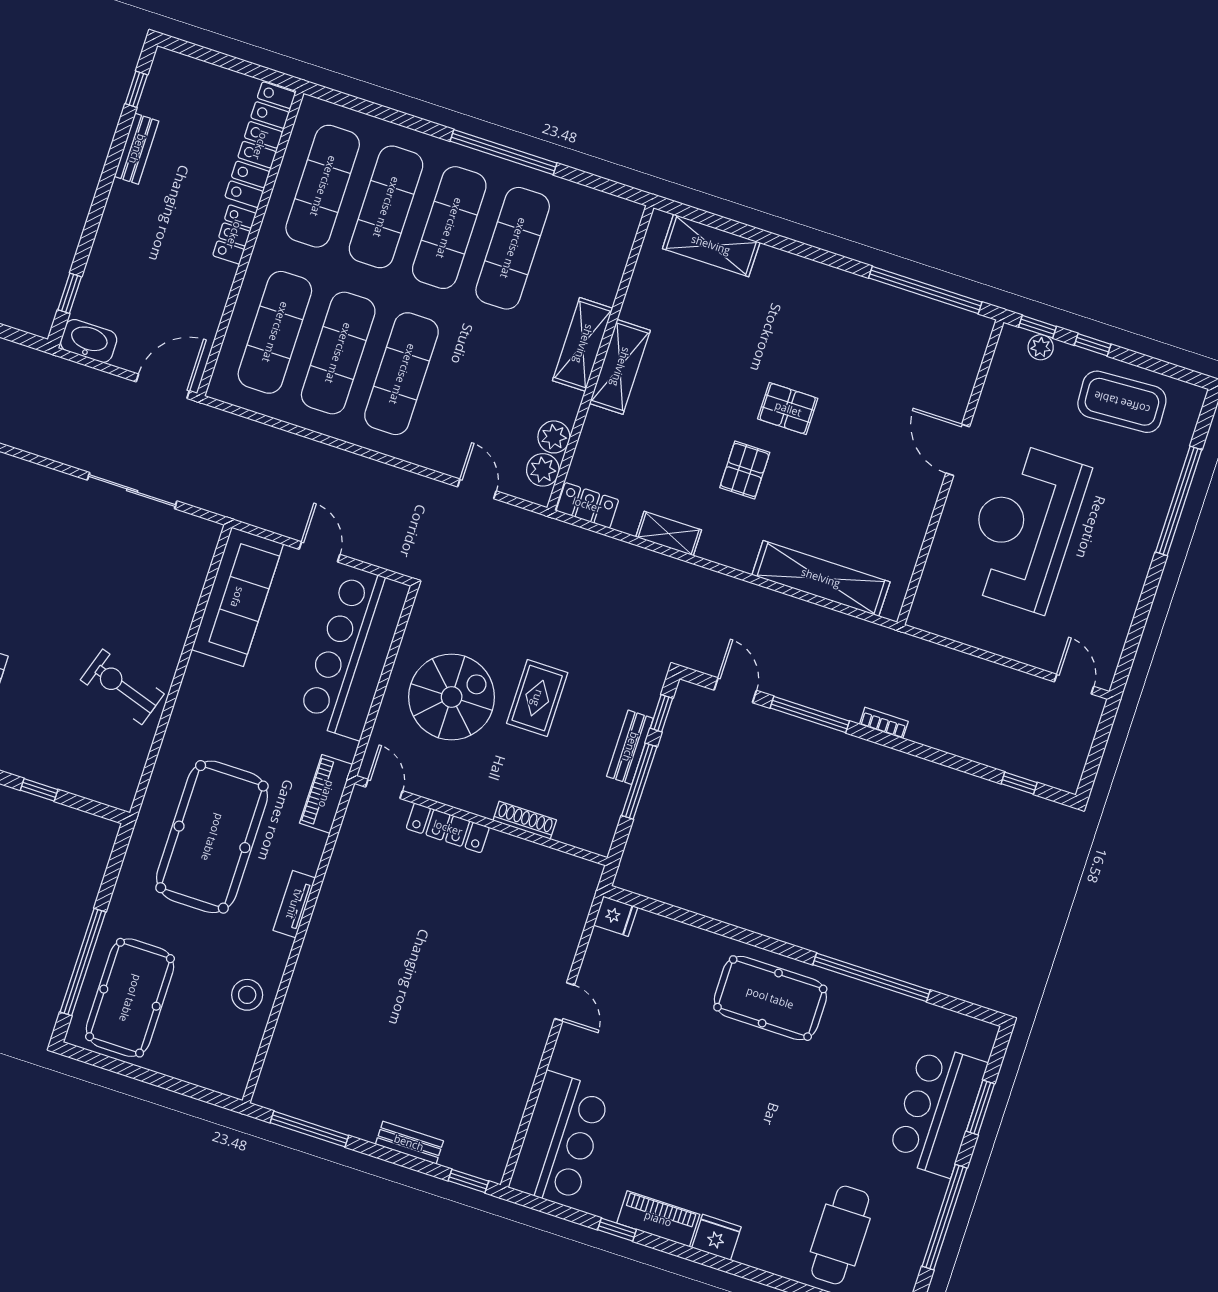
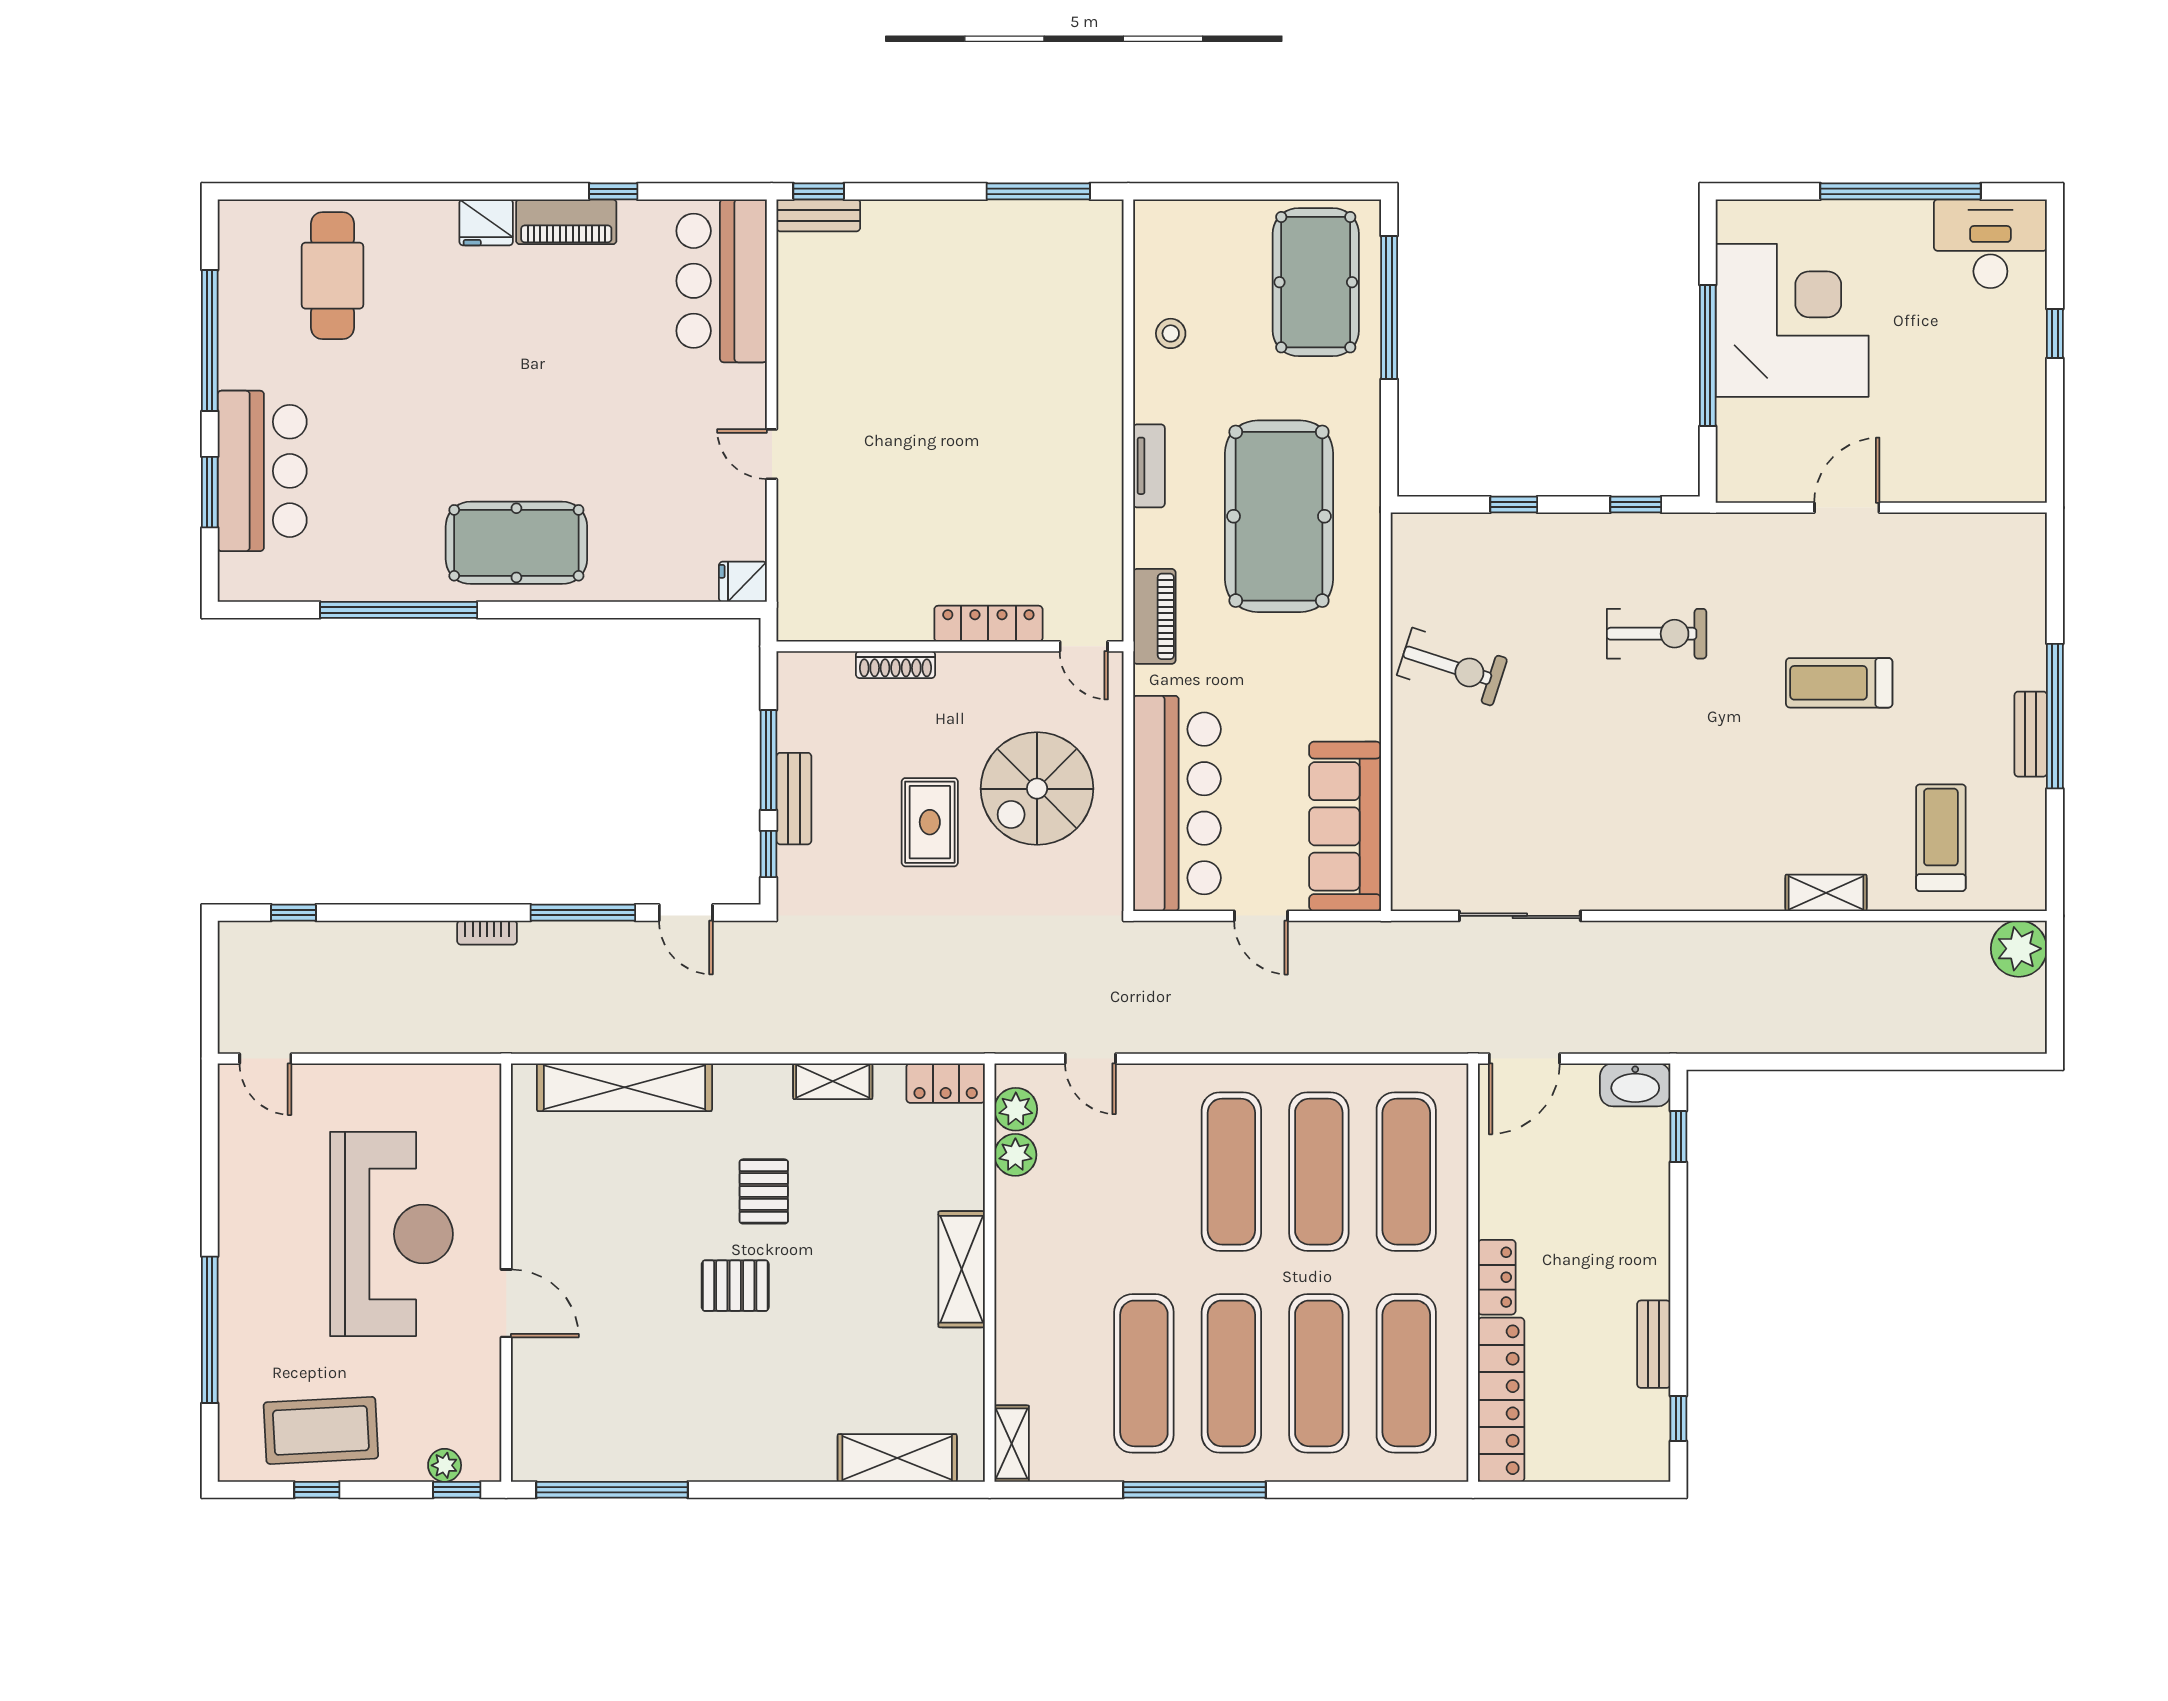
shelving: (583, 344) -> (1012, 1444), moved, width x0.67, depth x0.75
window: (1093, 345) -> (317, 1490), moved
stool: (247, 995) -> (1171, 333), width x0.73, depth x0.73
bench: (409, 1143) -> (818, 215), moved

